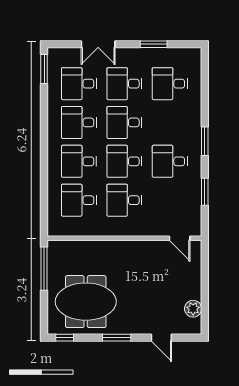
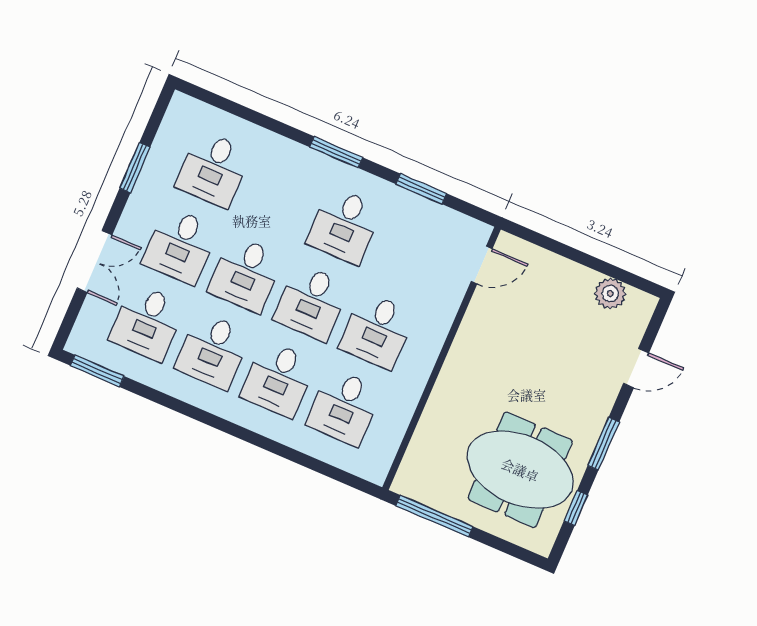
meeting table: (86, 302) -> (520, 470), turned 90
window: (65, 338) -> (576, 508), moved

